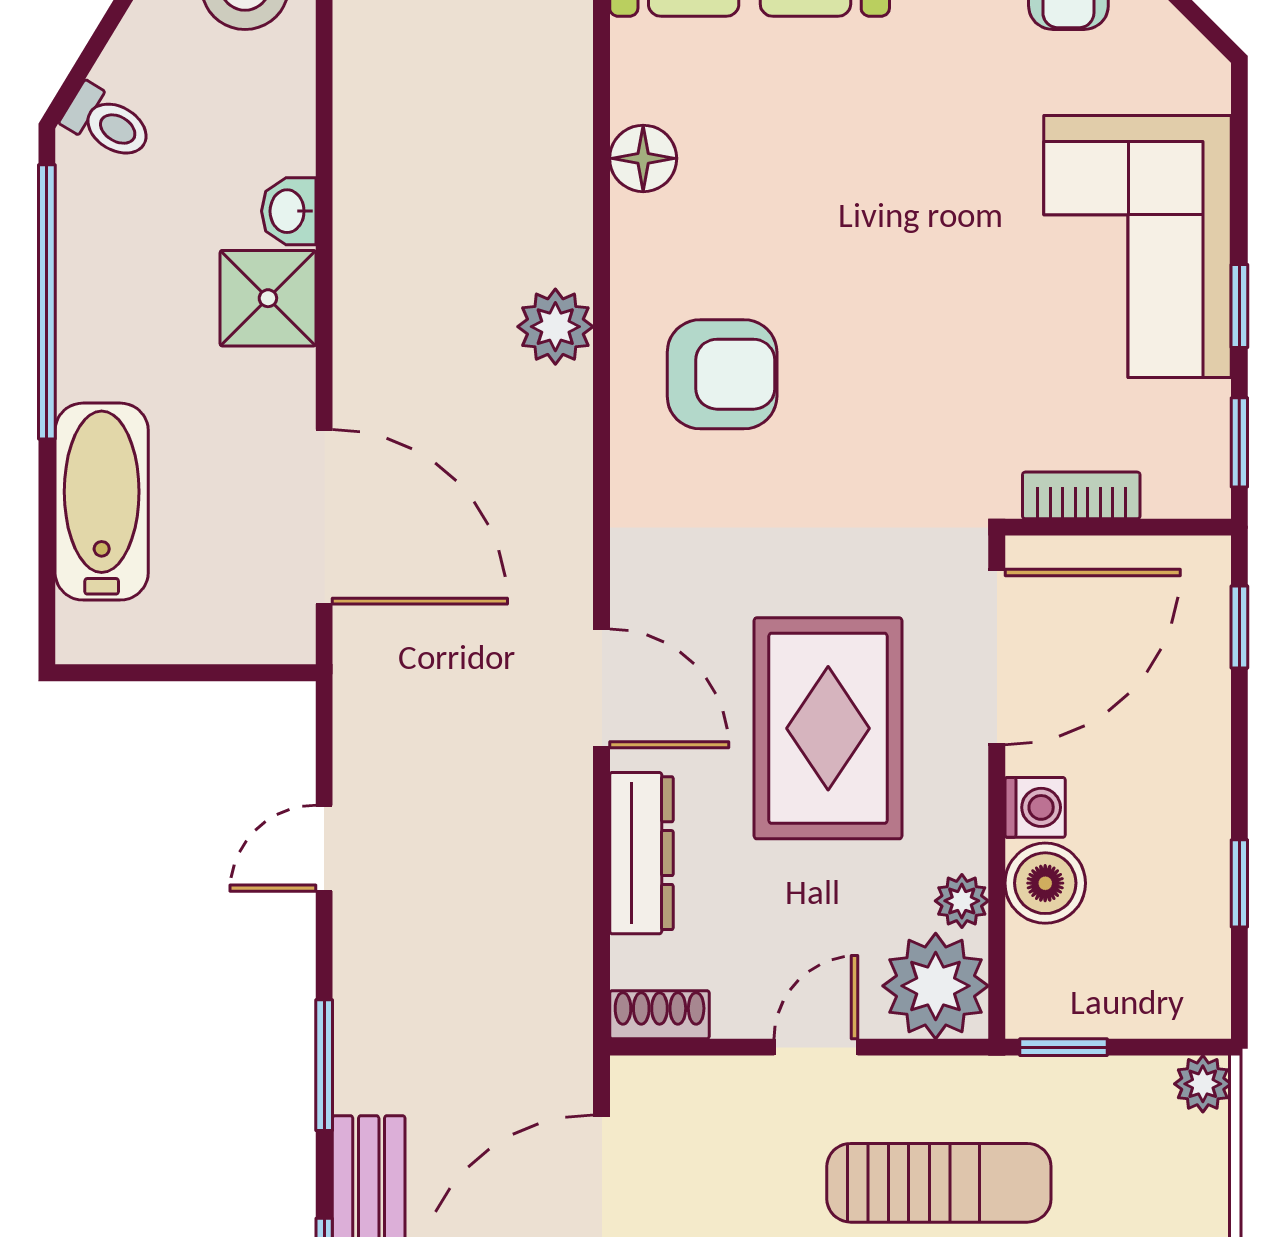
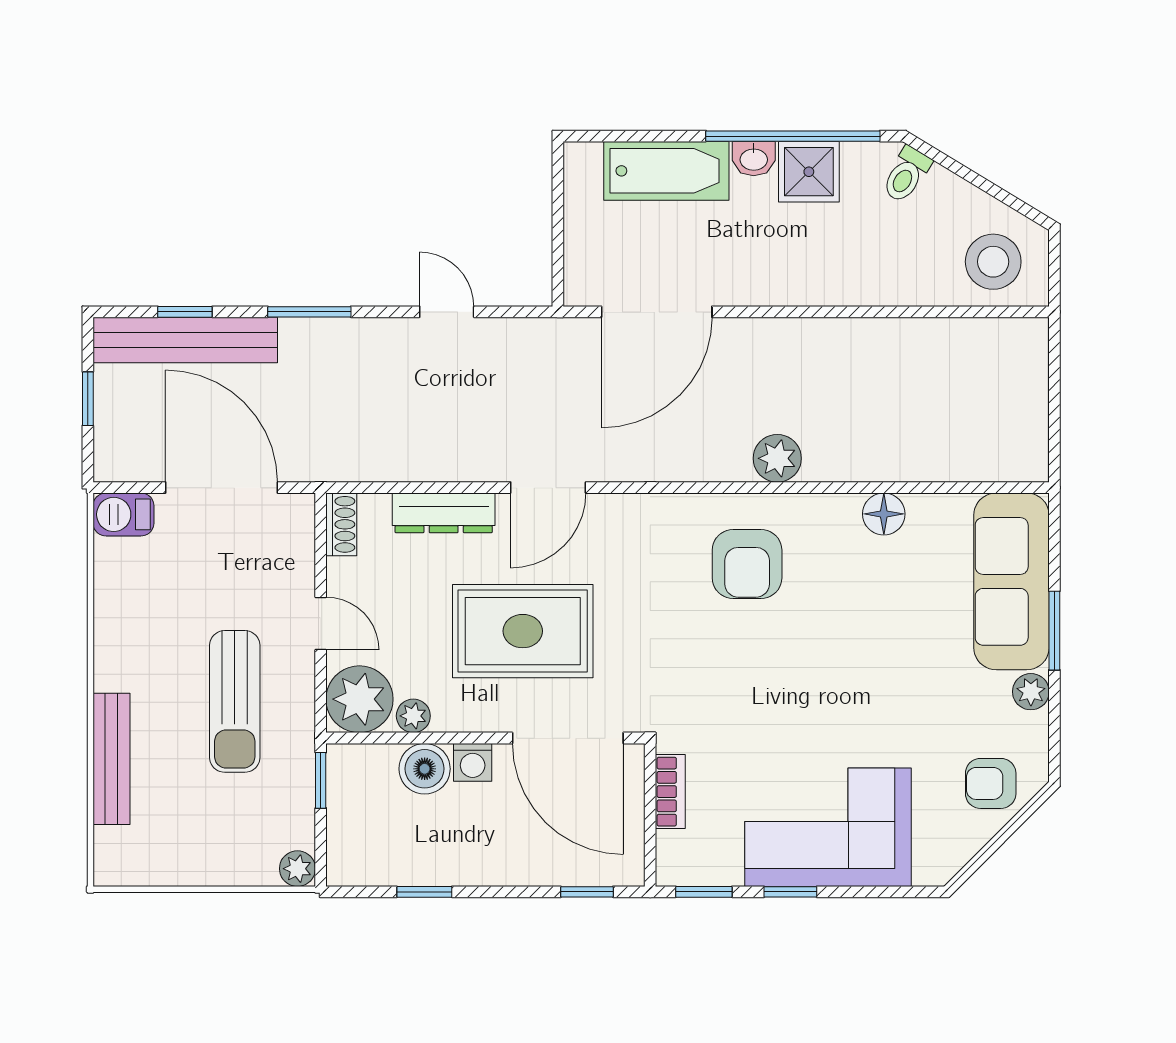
washbasin: (289, 211) -> (754, 159), moved, turned 180
shower: (268, 298) -> (809, 172), moved

